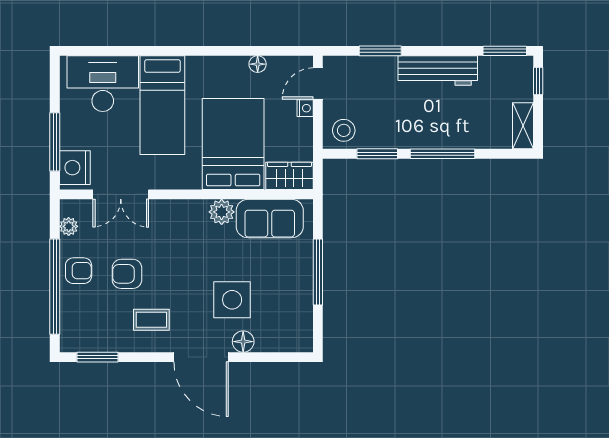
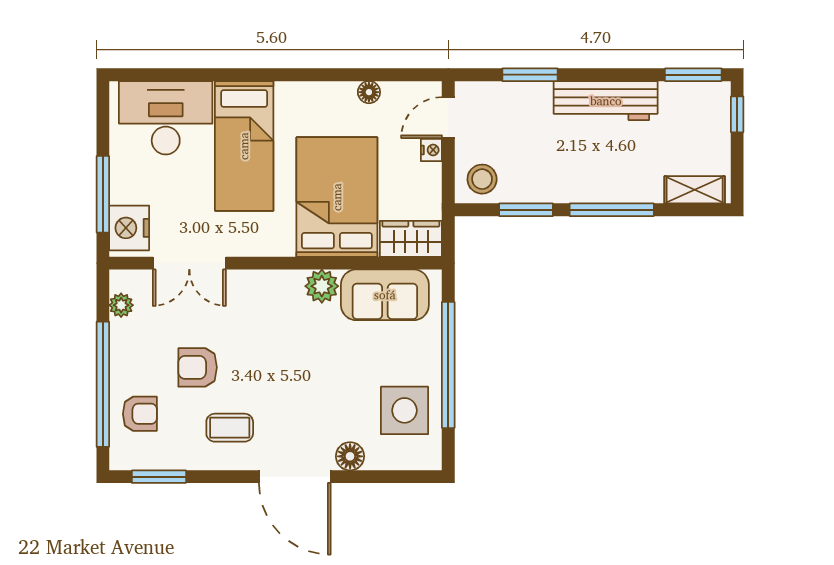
shelving: (523, 126) -> (695, 190), moved, turned 90
armchair: (79, 271) -> (140, 414), moved
window: (318, 272) -> (448, 365), width x1.46
side table: (232, 300) -> (404, 410), moved

